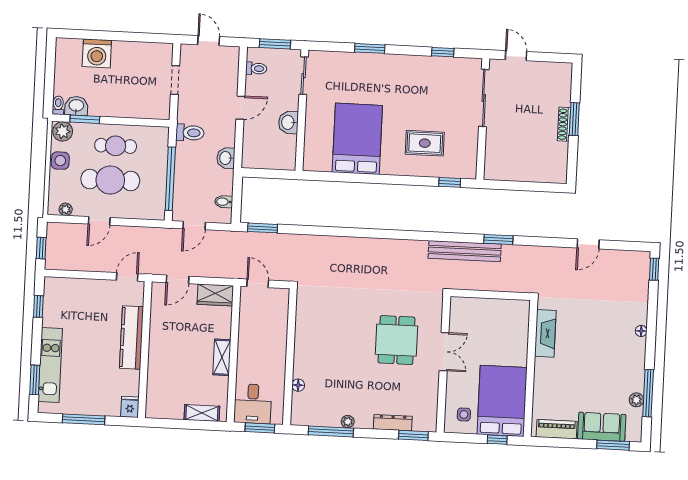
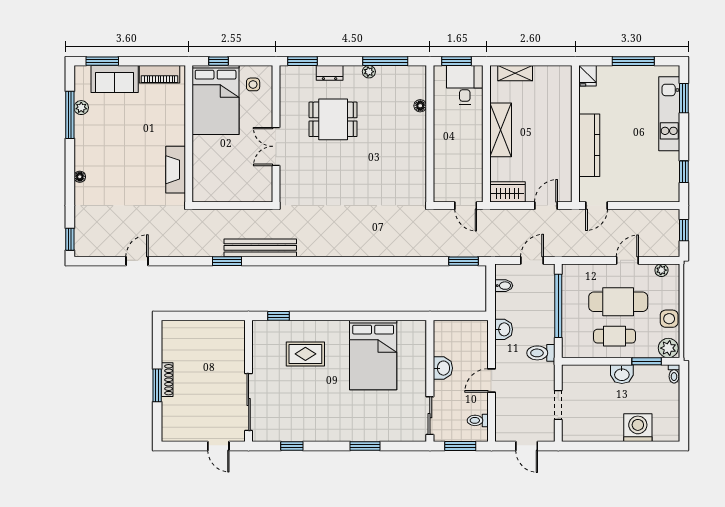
washbasin: (76, 106) -> (622, 374), moved
dining table: (396, 340) -> (333, 119), moved, turned 90
shelving: (222, 357) -> (501, 130), width x1.50, depth x1.33
dresser: (393, 423) -> (330, 73), width x0.70

